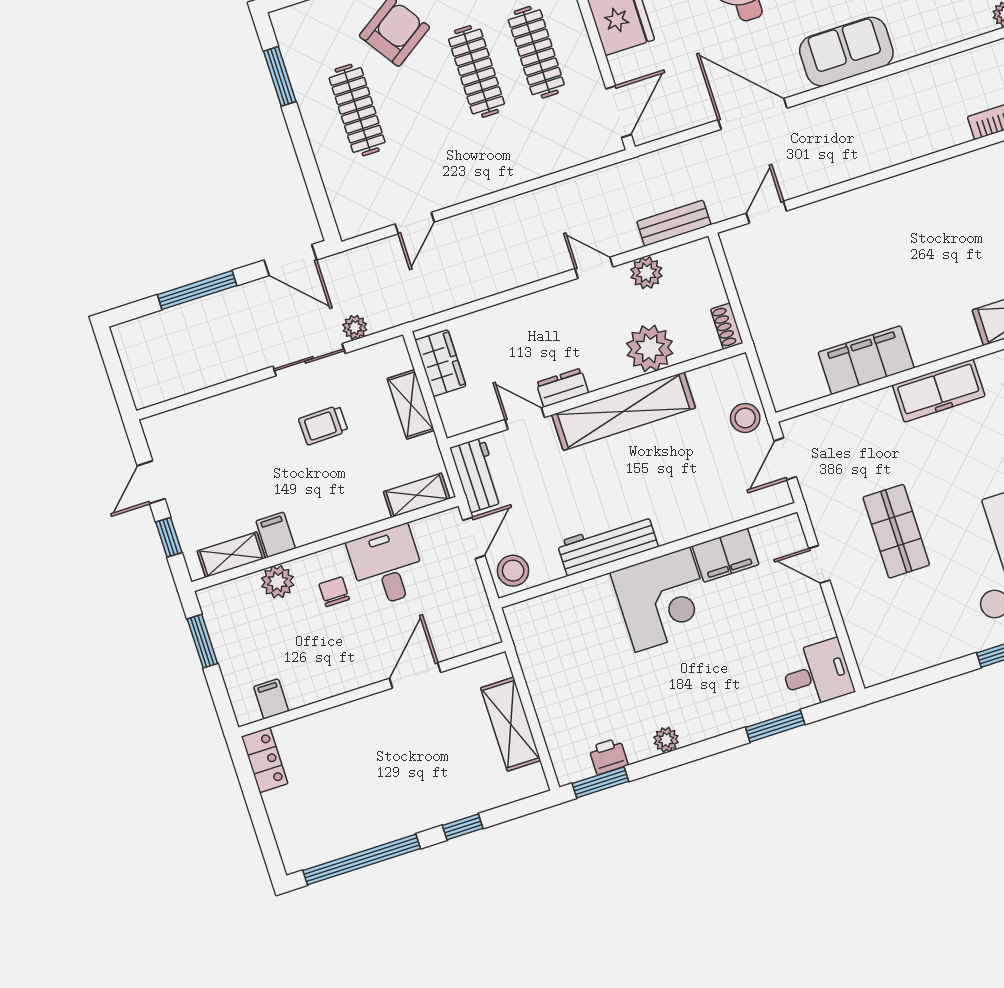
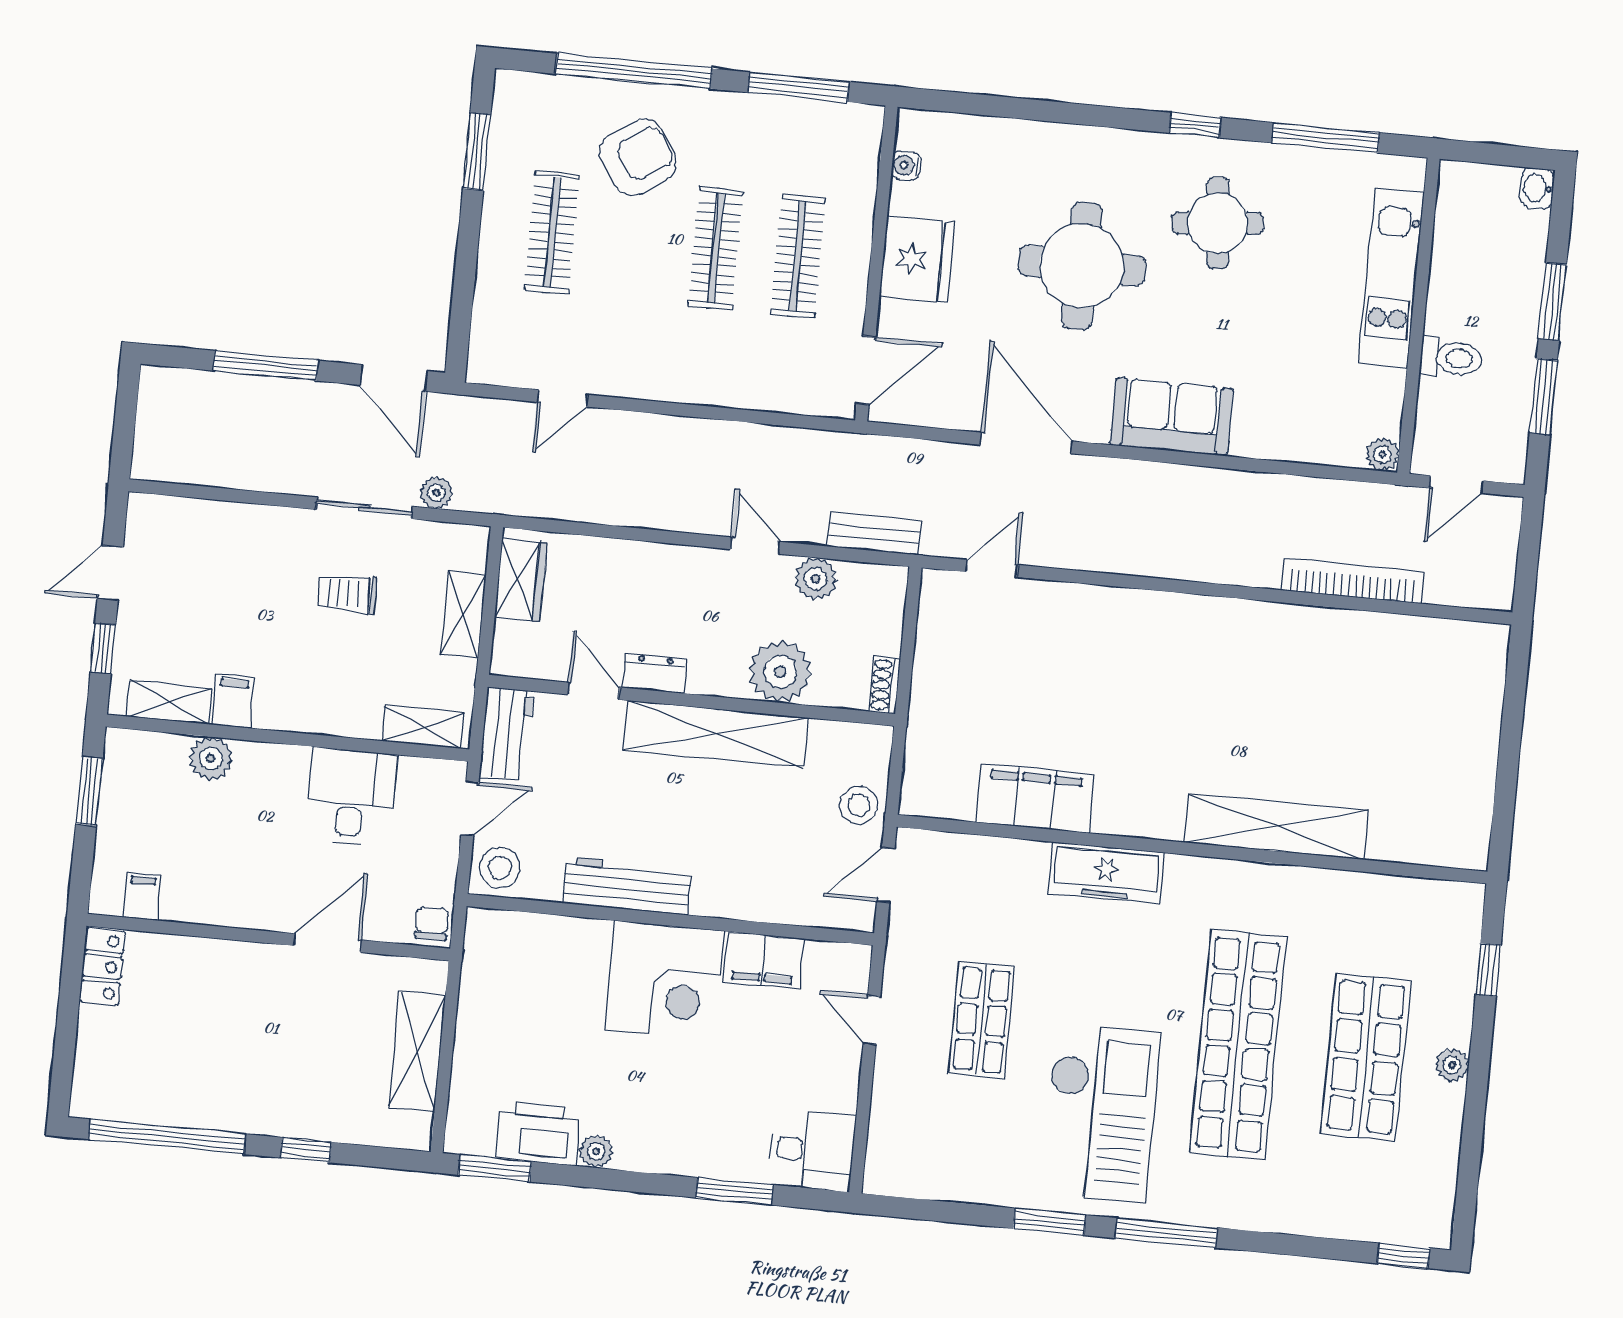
chair: (334, 592) -> (432, 923), moved
printer: (608, 756) -> (538, 1133), width x1.87, depth x1.48

